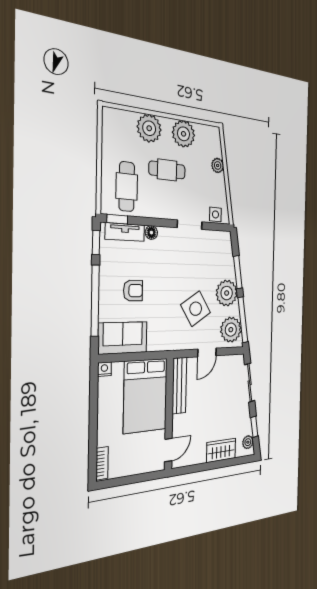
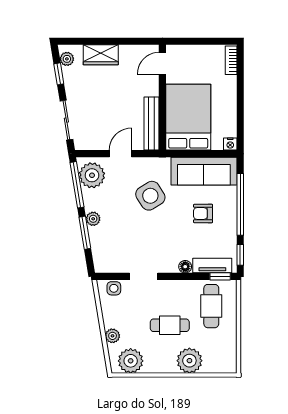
plant: (184, 134) -> (131, 361), moved
plant: (227, 293) -> (93, 219), width x0.53, depth x0.53
side table: (196, 309) -> (150, 196), moved
sofa: (123, 338) -> (204, 171), width x1.36

